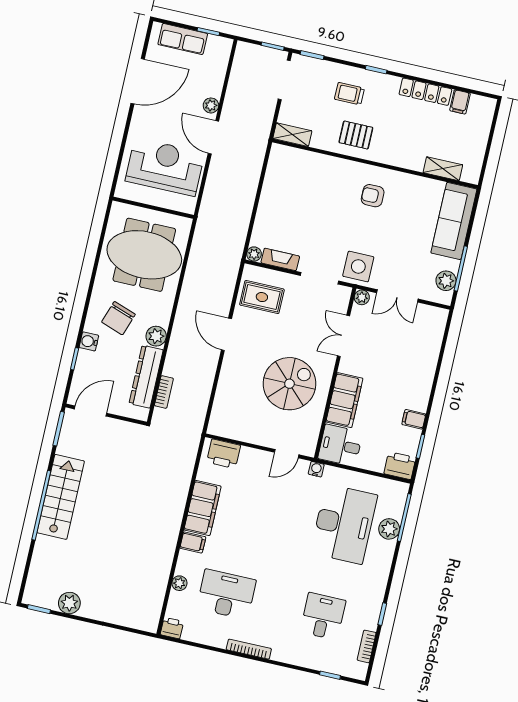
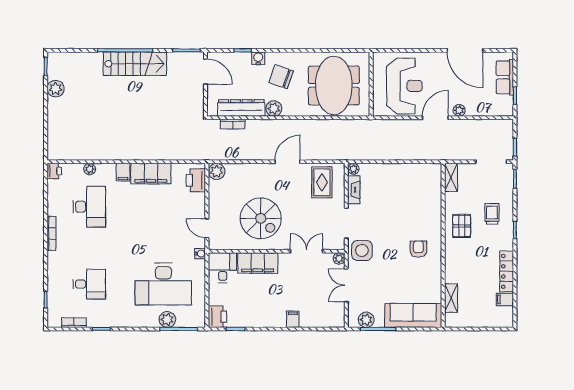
filing cabinet: (414, 419) -> (293, 319), moved
plant: (218, 425) -> (217, 171), added

